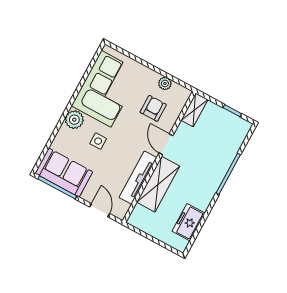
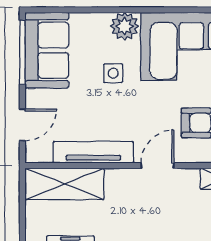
shelving: (158, 184) -> (64, 184), moved

